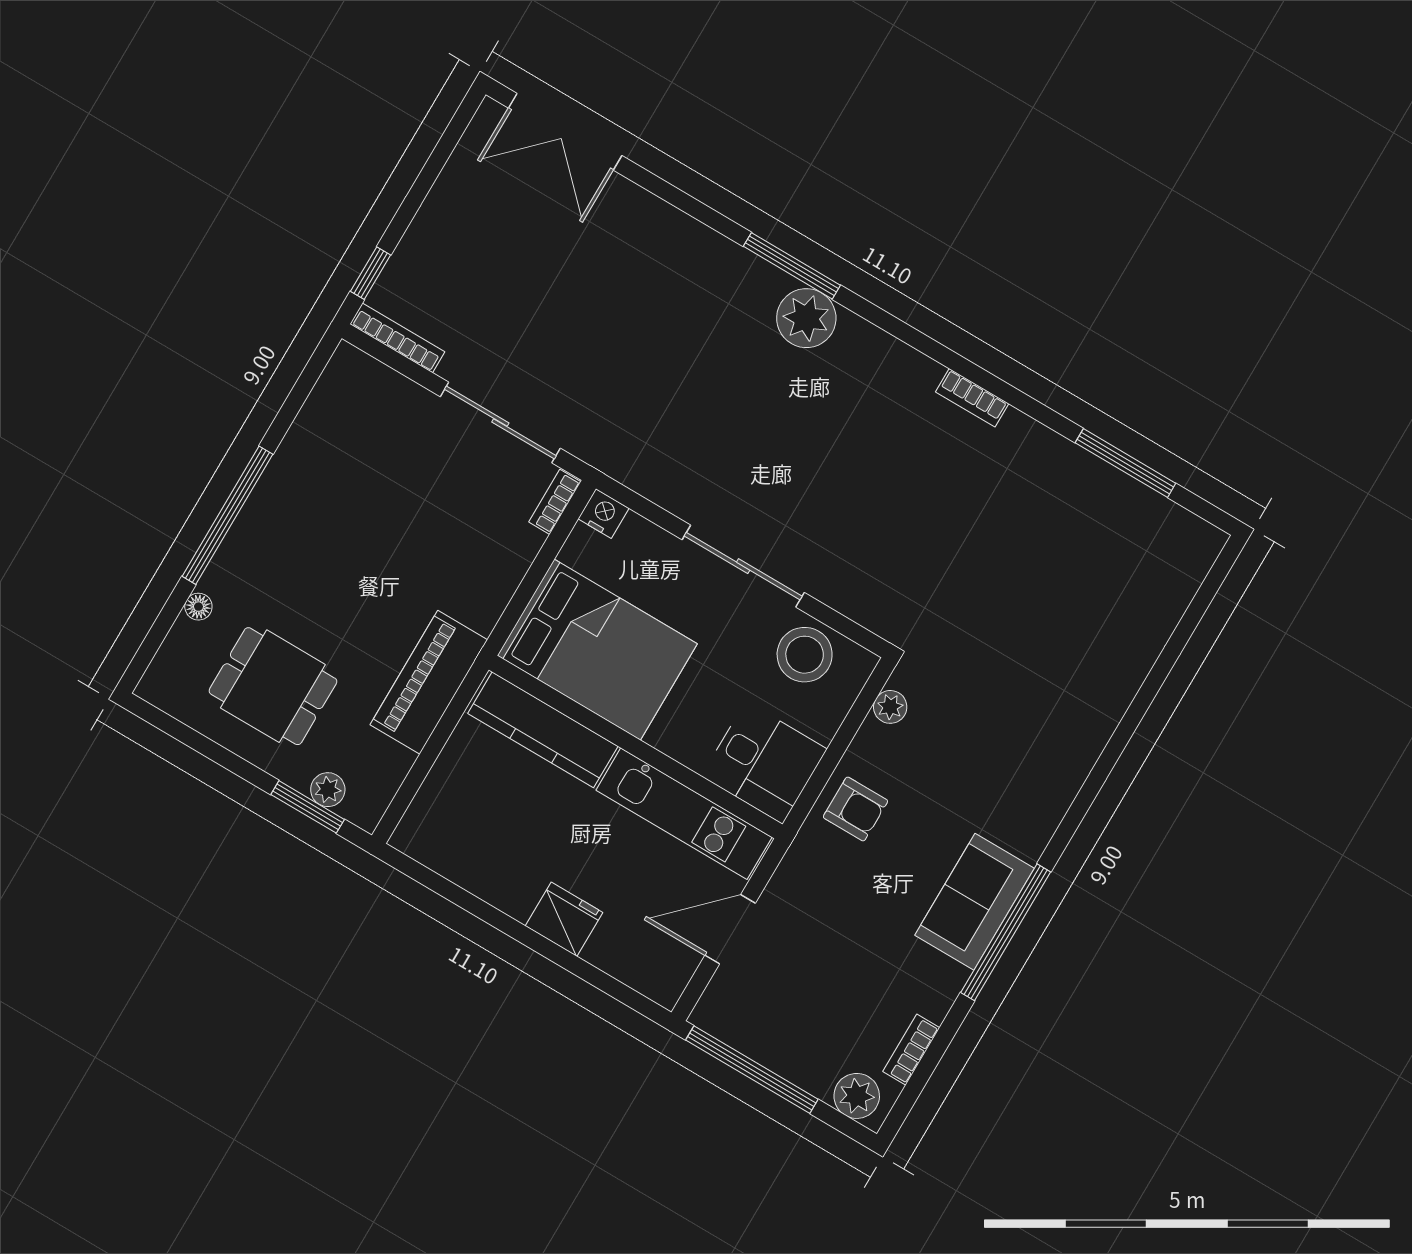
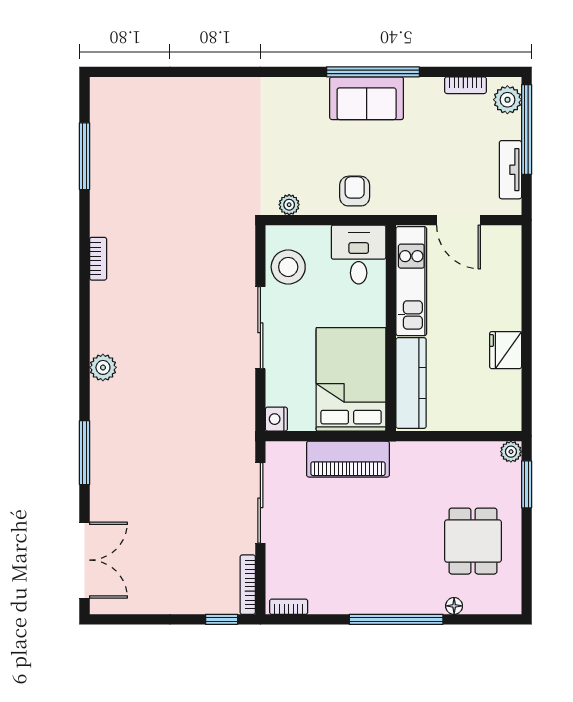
window: (792, 266) -> (85, 453), moved
plant: (806, 318) -> (103, 367), width x0.73, depth x0.73
bookcase: (555, 502) -> (289, 607), moved, turned 180
piano: (429, 682) -> (348, 459), moved
plant: (328, 790) -> (511, 452), moved
fridge: (564, 919) -> (506, 350), moved
tv unit: (757, 1043) -> (510, 170), added
window: (752, 1070) -> (527, 129), moved

